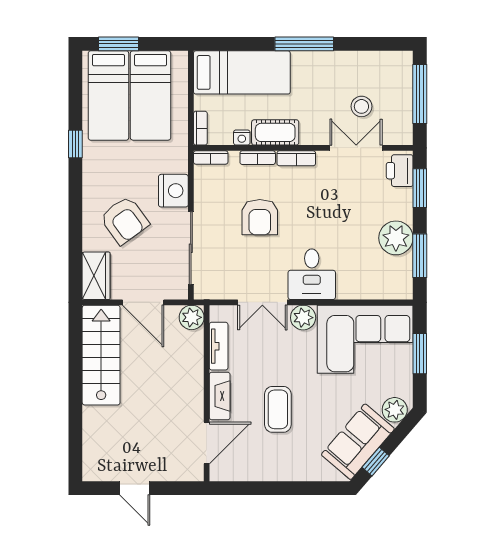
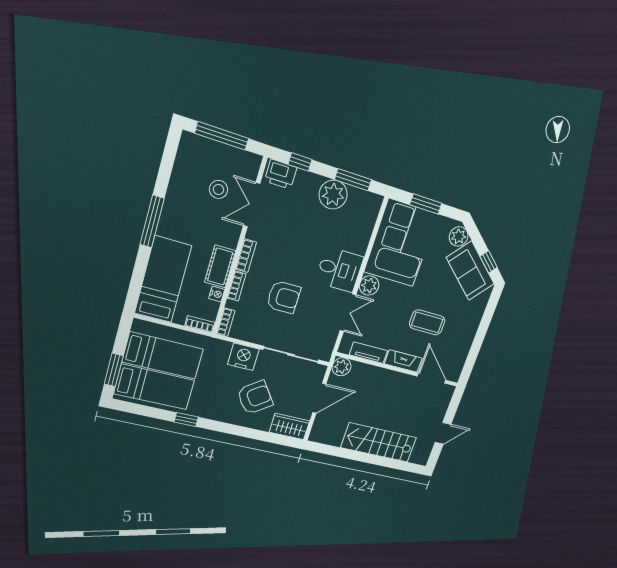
window: (420, 188) -> (300, 162), width x0.67
stairs: (101, 355) -> (379, 443), moved

